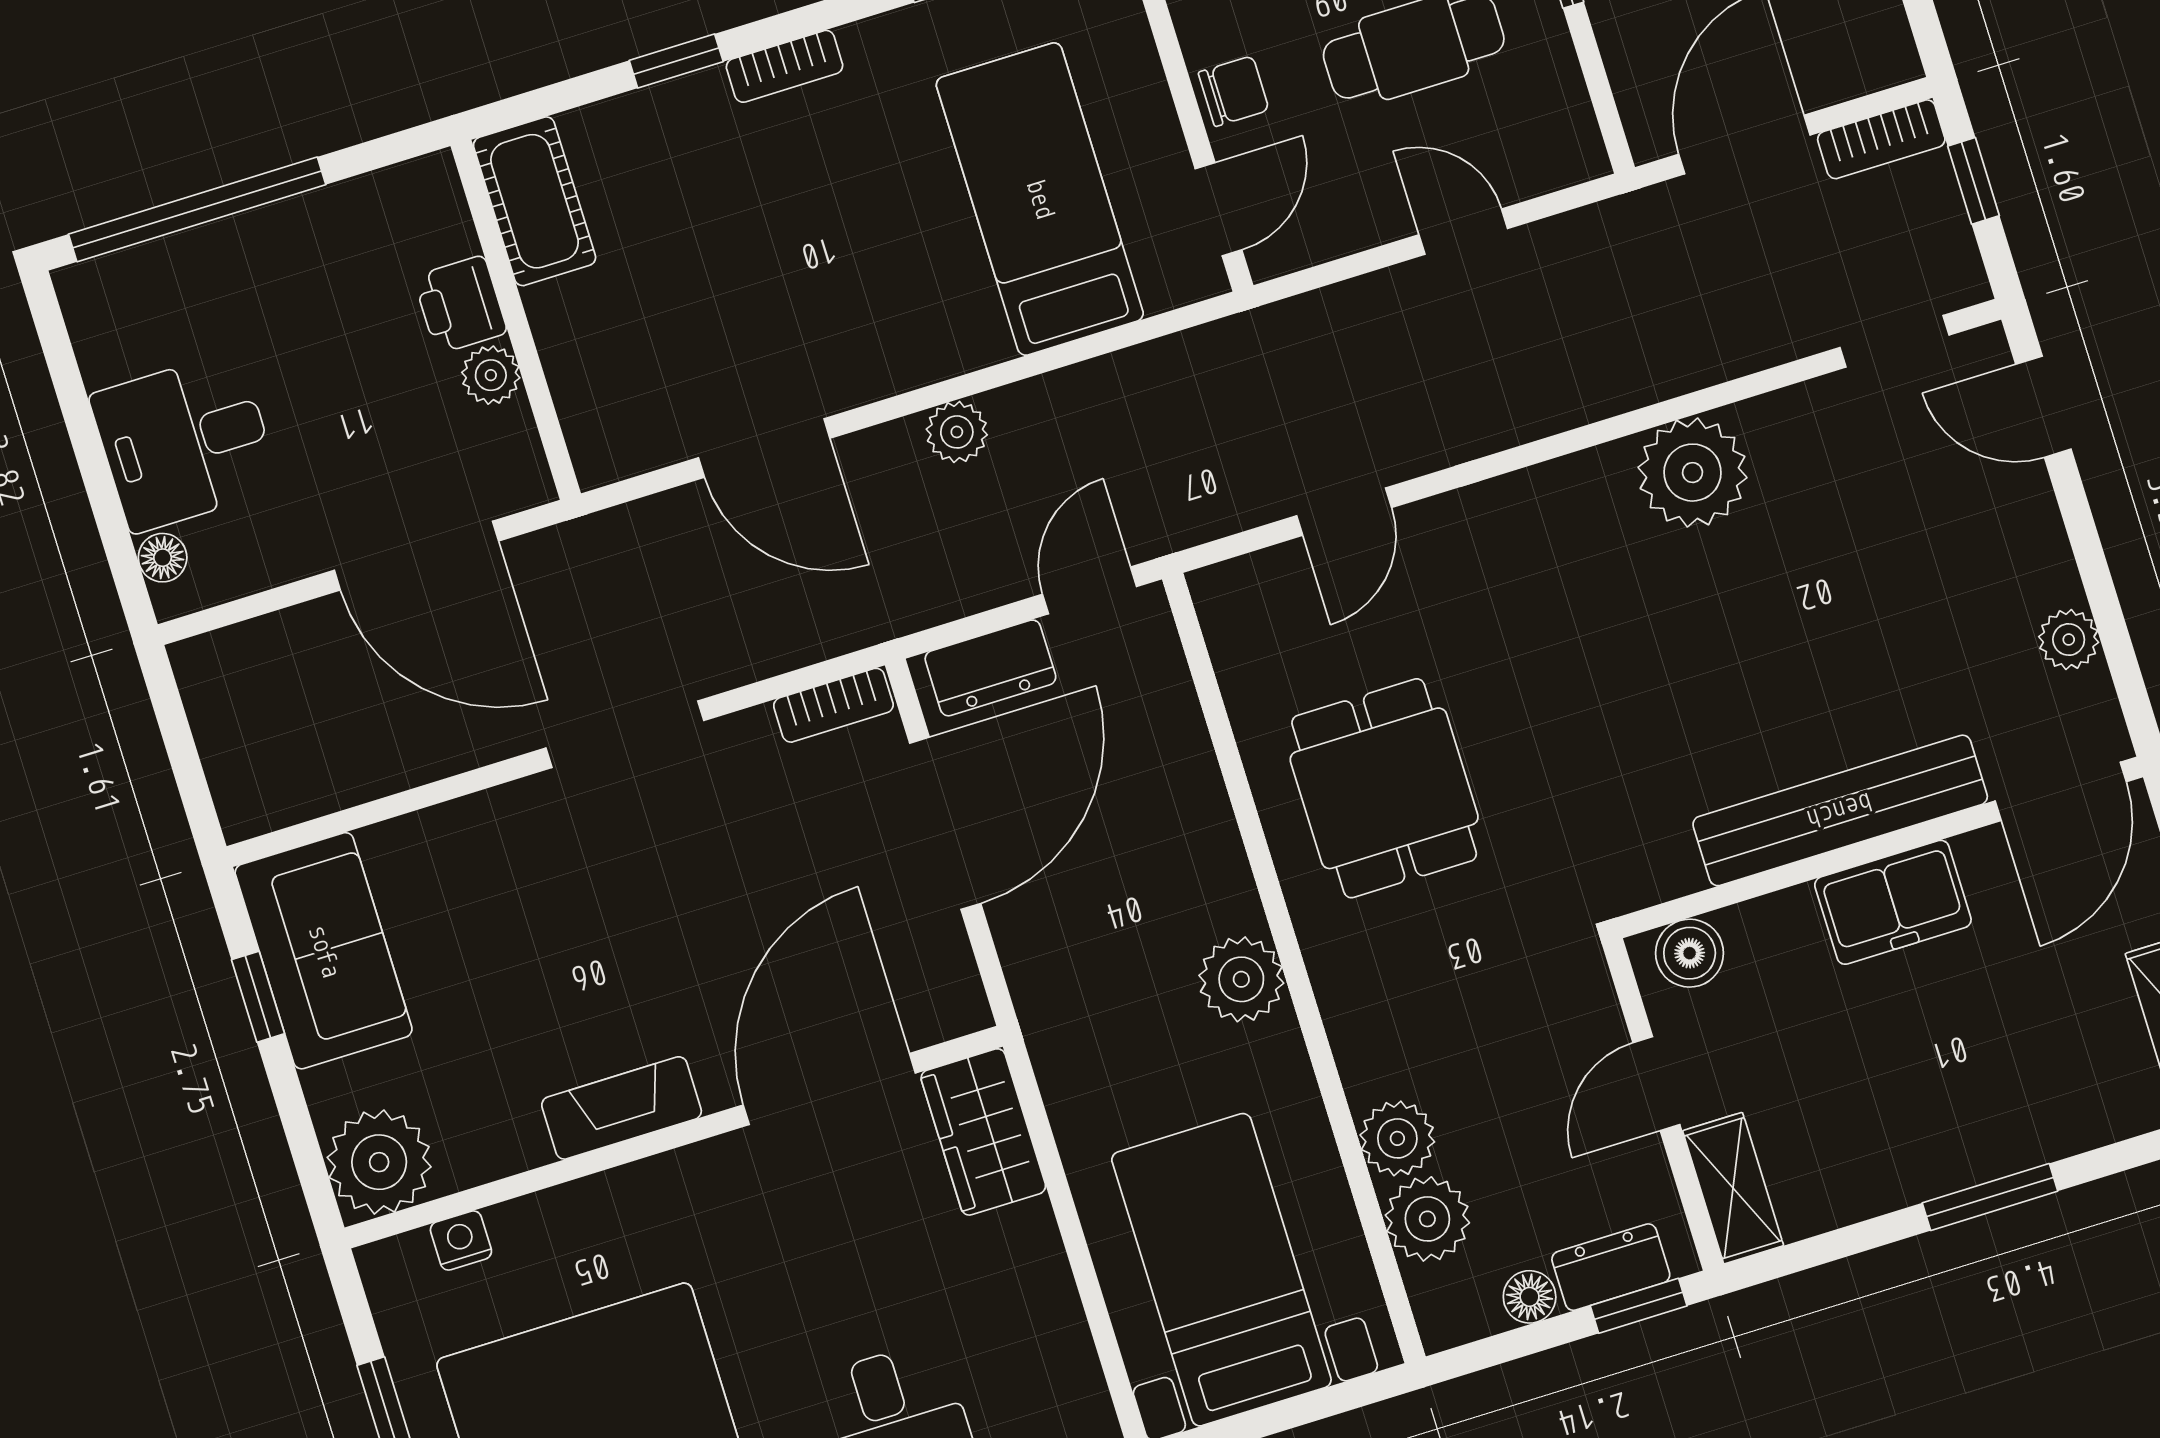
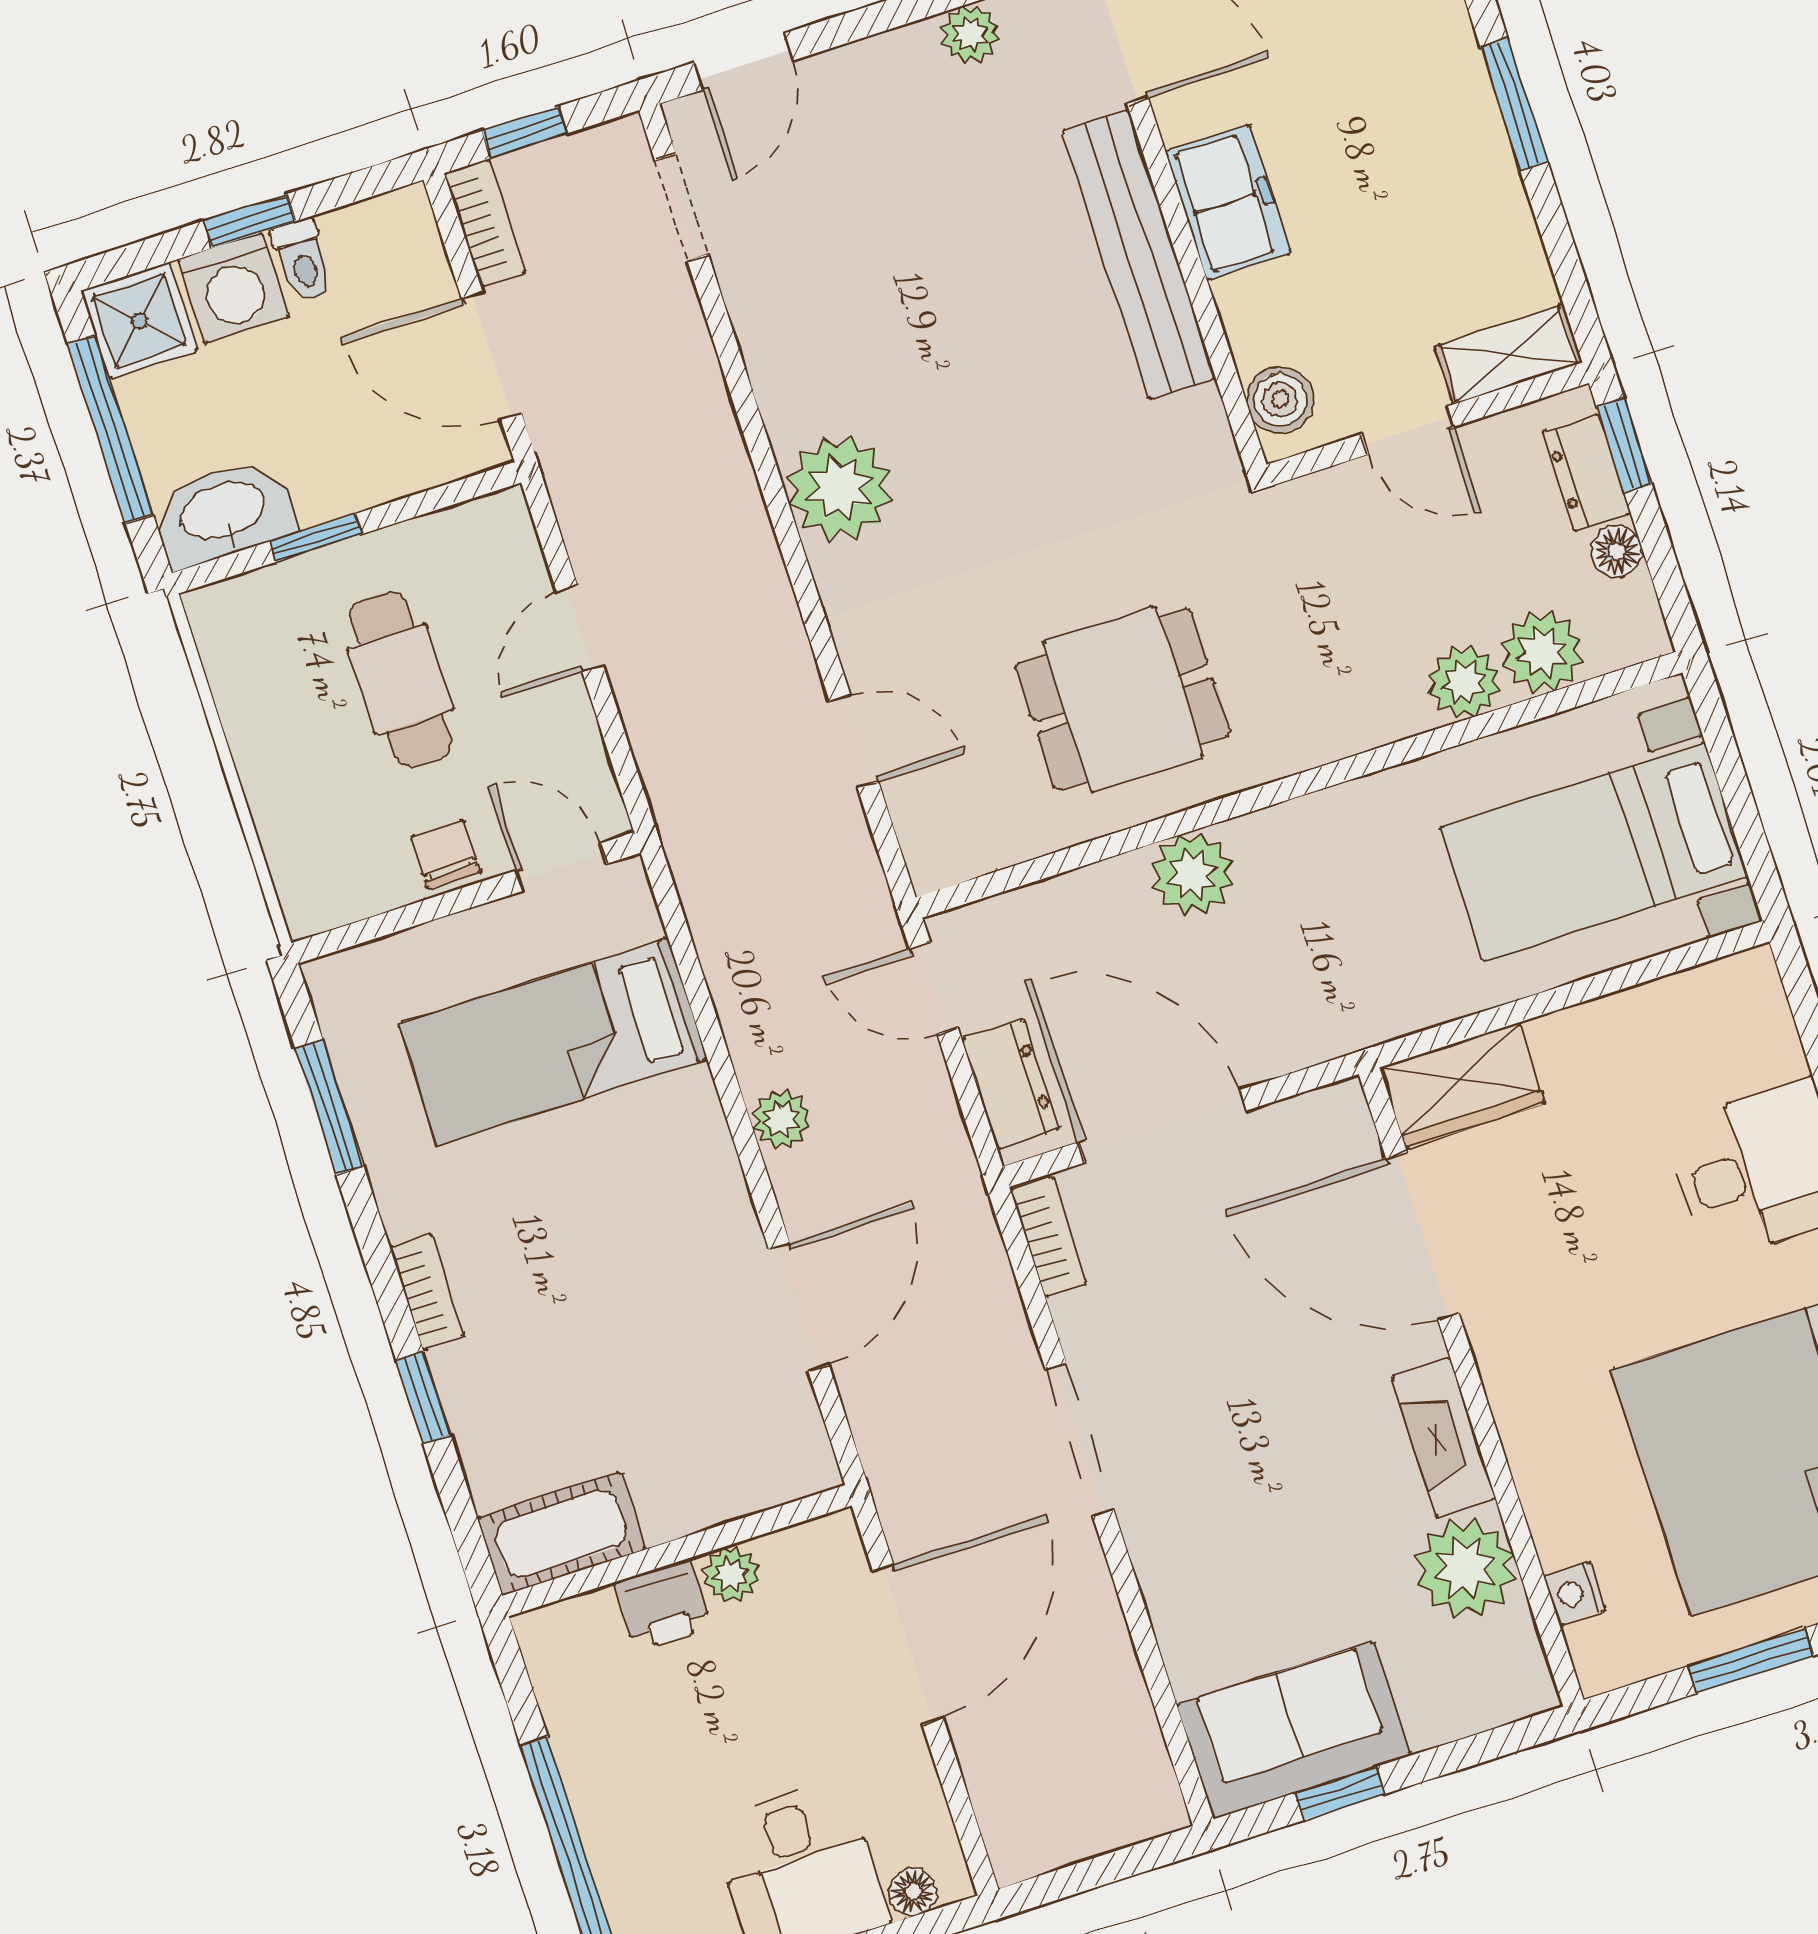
plant: (1692, 473) -> (840, 488), moved
plant: (1241, 979) -> (1192, 874), moved
plant: (379, 1162) -> (1465, 1568), moved

